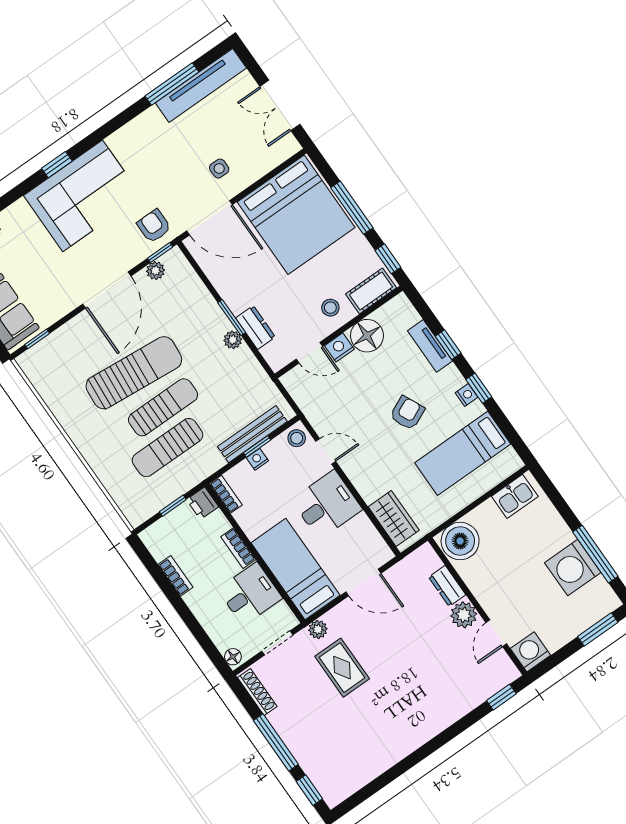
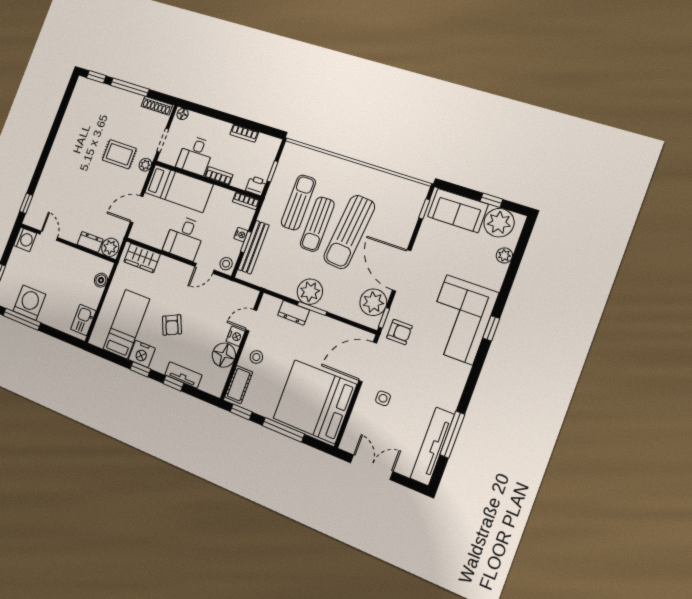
plant: (155, 271) -> (373, 302), width x1.87, depth x1.87
plant: (233, 340) -> (310, 292), width x1.88, depth x1.88
nightstand: (467, 395) -> (142, 354), width x1.89, depth x1.79
boiler: (460, 541) -> (101, 280), width x0.54, depth x0.54
plant: (464, 615) -> (110, 247), moved

